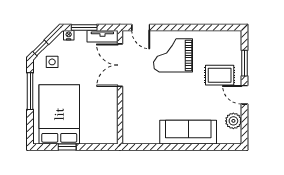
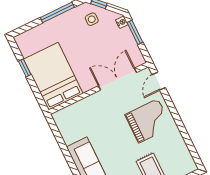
tv unit: (102, 36) -> (135, 52), removed
grand piano: (173, 55) -> (148, 121), turned 90
bed: (59, 114) -> (53, 76), moved, turned -90

